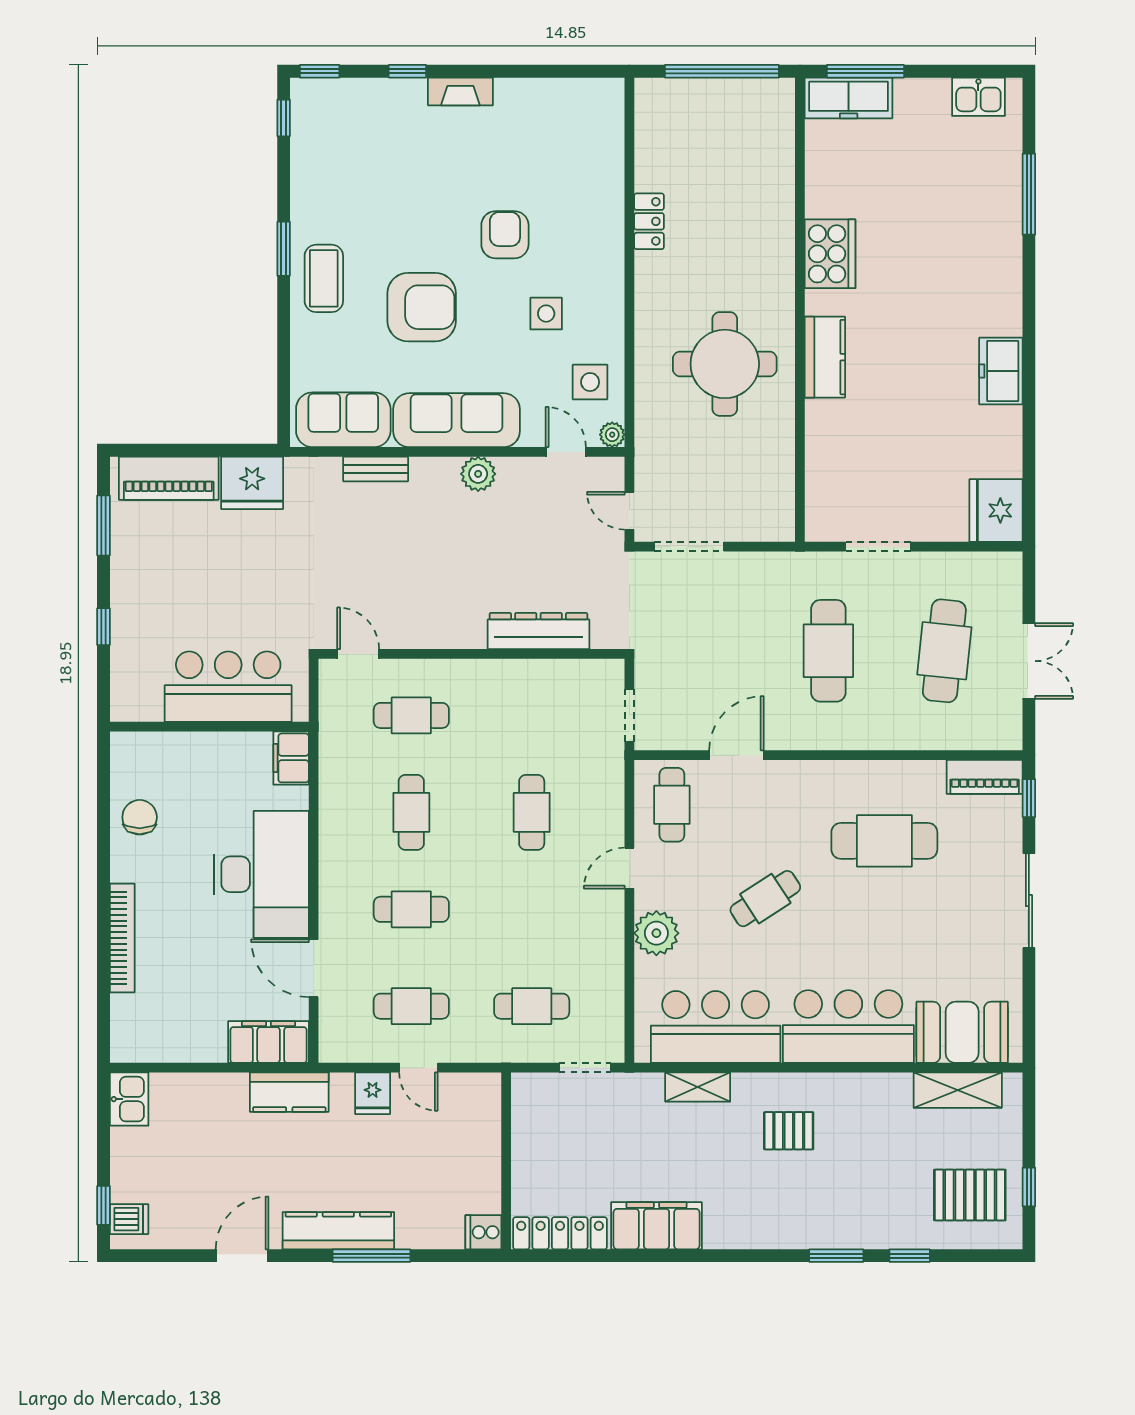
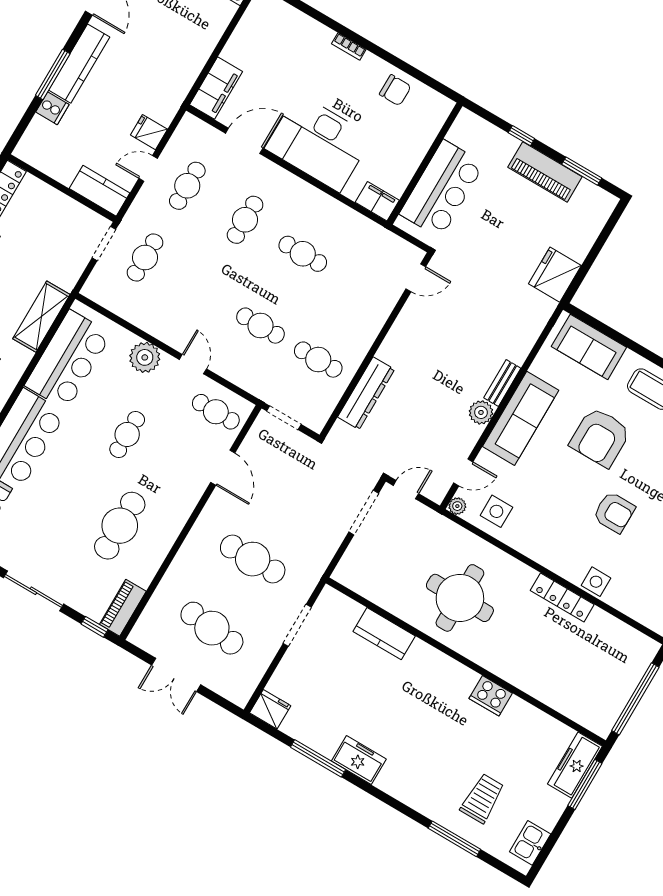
trolley: (958, 189) -> (482, 798), added
locker: (649, 221) -> (562, 597), width x1.53
cooker: (830, 254) -> (491, 696), width x0.73, depth x0.76
side table: (546, 314) -> (596, 582), moved
kitchen counter: (825, 357) -> (384, 634), moved
sofa: (343, 420) -> (589, 347), moved, turned 90
window: (1029, 423) -> (318, 758), added
bench: (376, 469) -> (502, 383), moved
piano: (169, 478) -> (545, 172), moved, turned -90
fridge: (996, 510) -> (270, 709), width x0.73, depth x0.75
cafe table: (411, 715) -> (318, 360), moved, turned 90
cafe table: (765, 899) -> (127, 434), turned 33
bookcase: (122, 938) -> (349, 47), width x0.43, depth x0.76
doorway: (585, 1068) -> (104, 244), moved
shelving: (698, 1087) -> (41, 317), width x1.50, depth x1.33
kitchen counter: (289, 1092) -> (100, 191), moved, turned 90
cooker: (483, 1232) -> (52, 108), moved, turned 90

